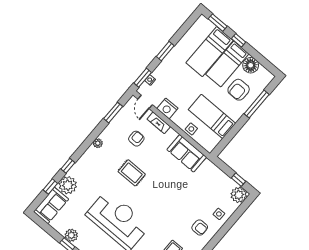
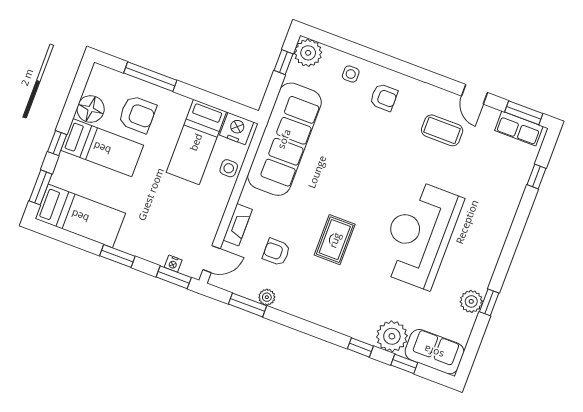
bed: (209, 52) -> (80, 216), moved
nightstand: (167, 108) -> (237, 129), moved, turned -90
plant: (98, 143) -> (267, 297), moved
sofa: (187, 153) -> (284, 139), width x1.85, depth x1.27
armchair: (200, 227) -> (384, 97), turned 90

